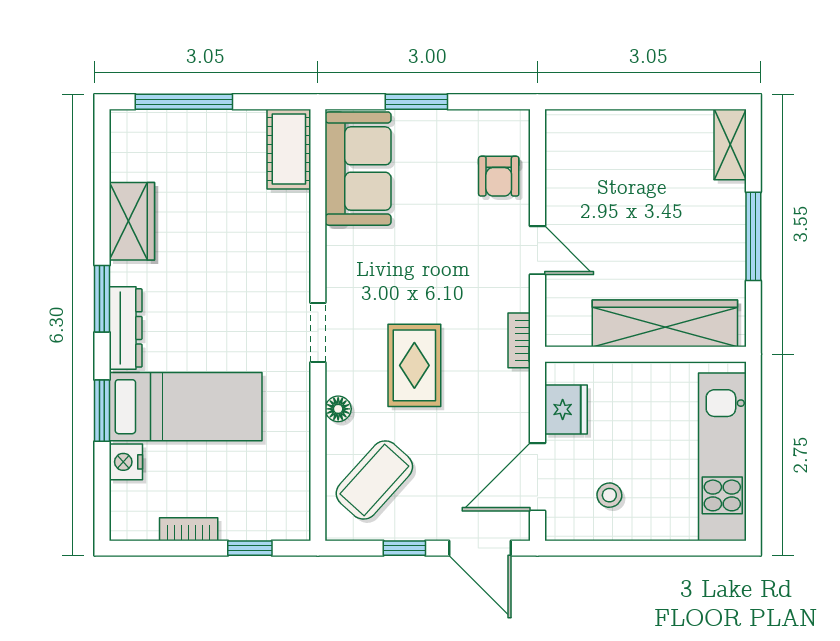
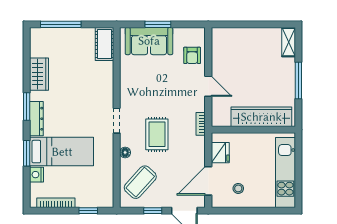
sofa: (358, 169) -> (149, 41), moved, turned 90
bookcase: (189, 529) -> (56, 203), width x1.56

